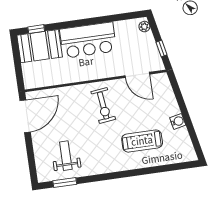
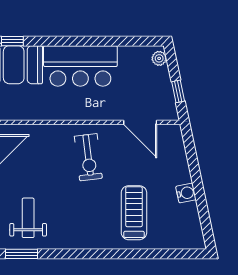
treadmill: (142, 141) -> (134, 213), turned 90

